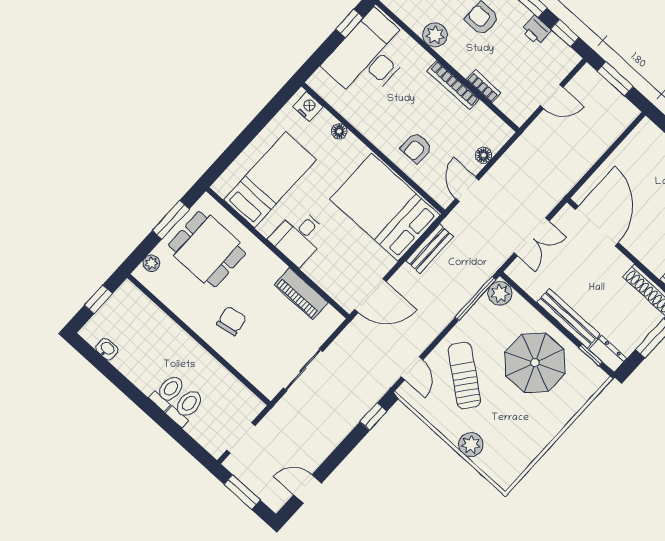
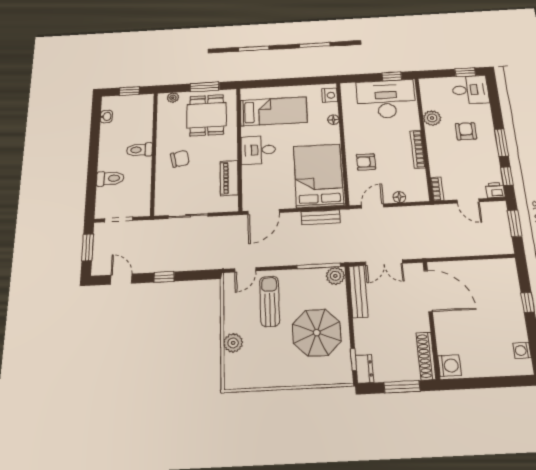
printer: (536, 30) -> (495, 190), moved, turned 90
bookcase: (484, 86) -> (437, 189), moved
door: (597, 226) -> (428, 291), hinge flipped
door: (370, 296) -> (264, 212), hinge flipped
bench: (568, 318) -> (358, 291), moved
sun lounger: (464, 375) -> (270, 301), turned -38
toilet: (168, 392) -> (140, 150), moved, turned 180
window: (373, 417) -> (164, 277), moved

